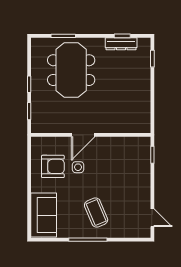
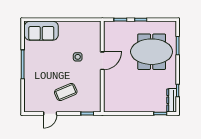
dresser: (121, 44) -> (172, 100), moved
door: (83, 135) -> (102, 61), swing flipped
armchair: (53, 166) -> (78, 38), removed
coffee table: (96, 213) -> (66, 92), moved
door: (152, 218) -> (50, 114), moved

